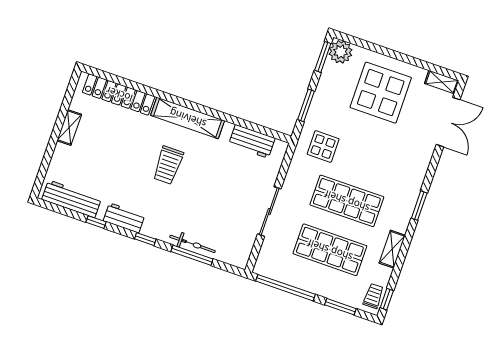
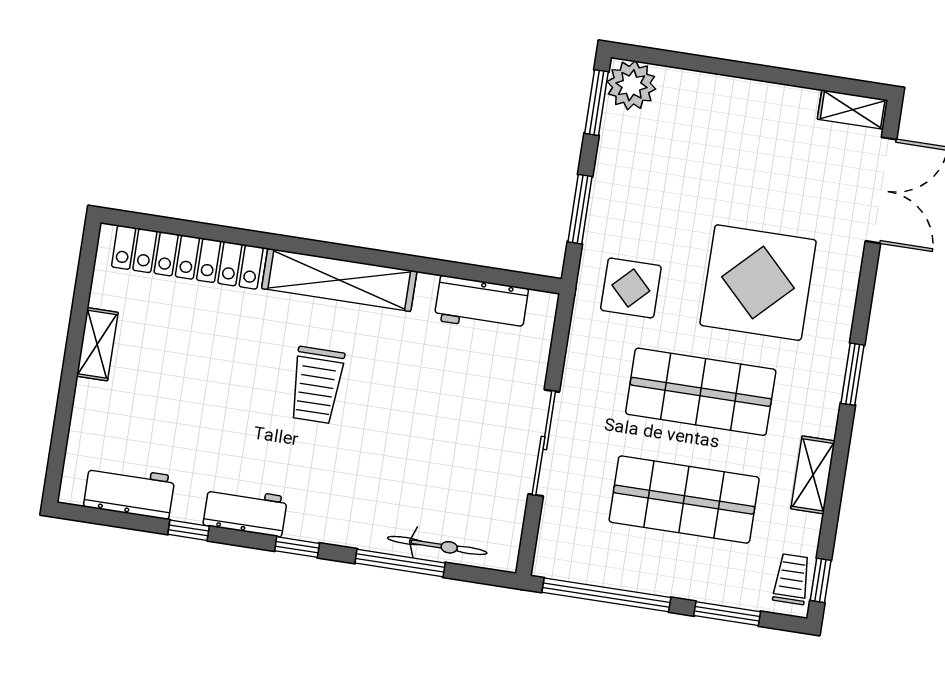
display table: (381, 93) -> (758, 283), moved
workbench: (72, 199) -> (129, 491), width x0.73
bicycle: (192, 244) -> (437, 545), moved

